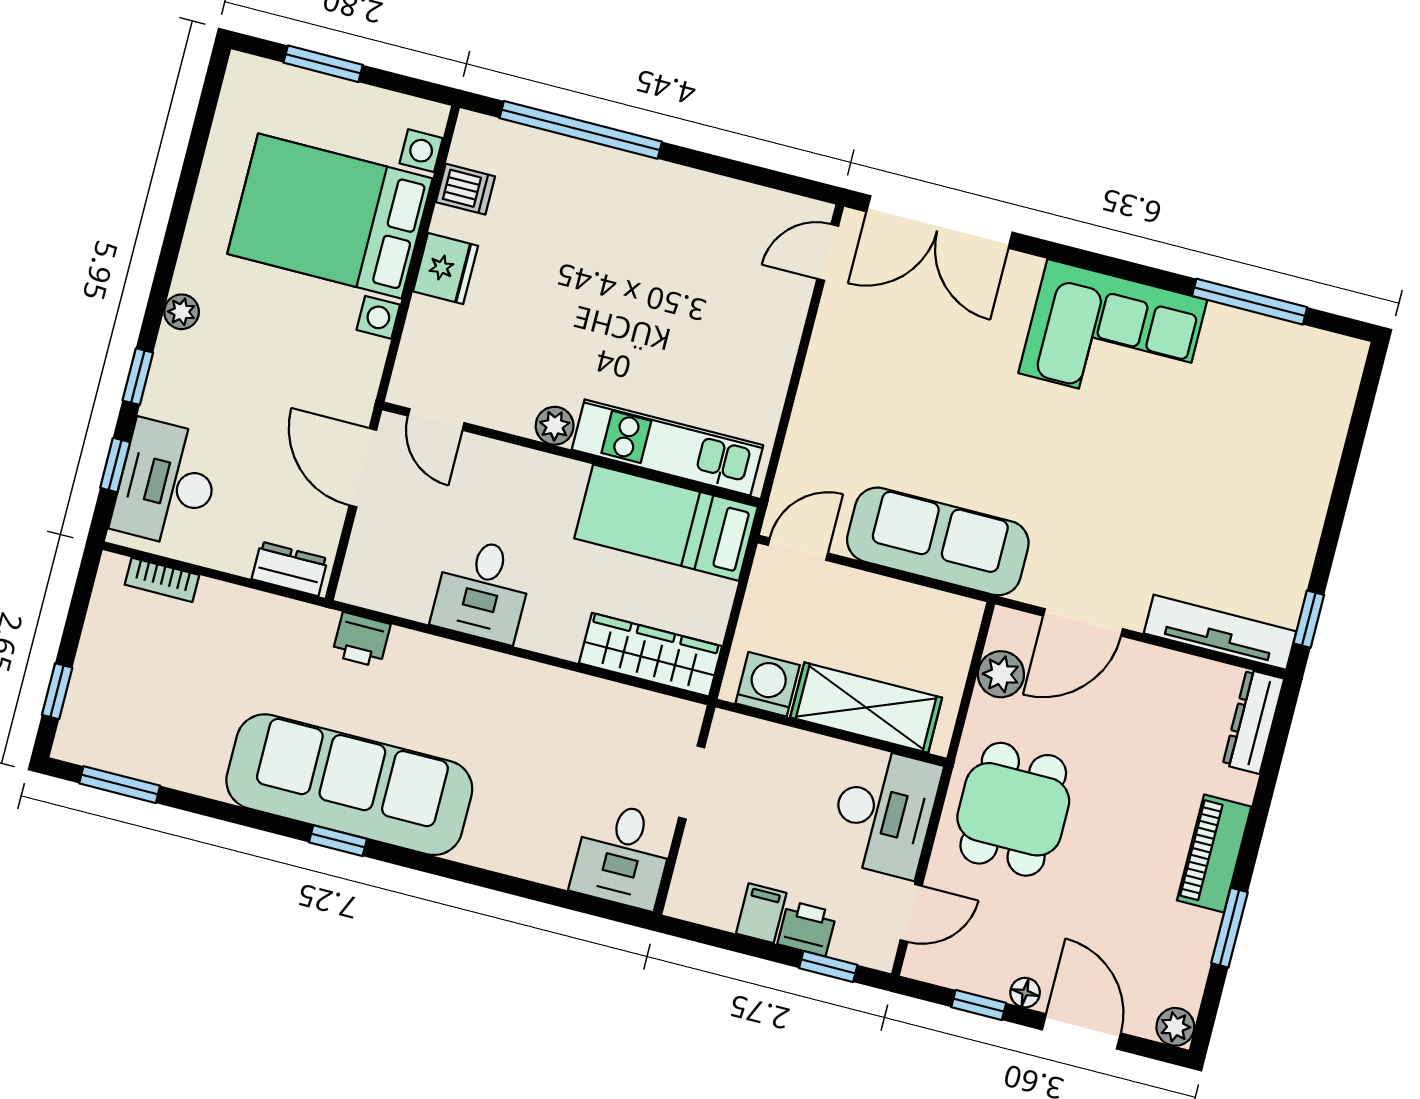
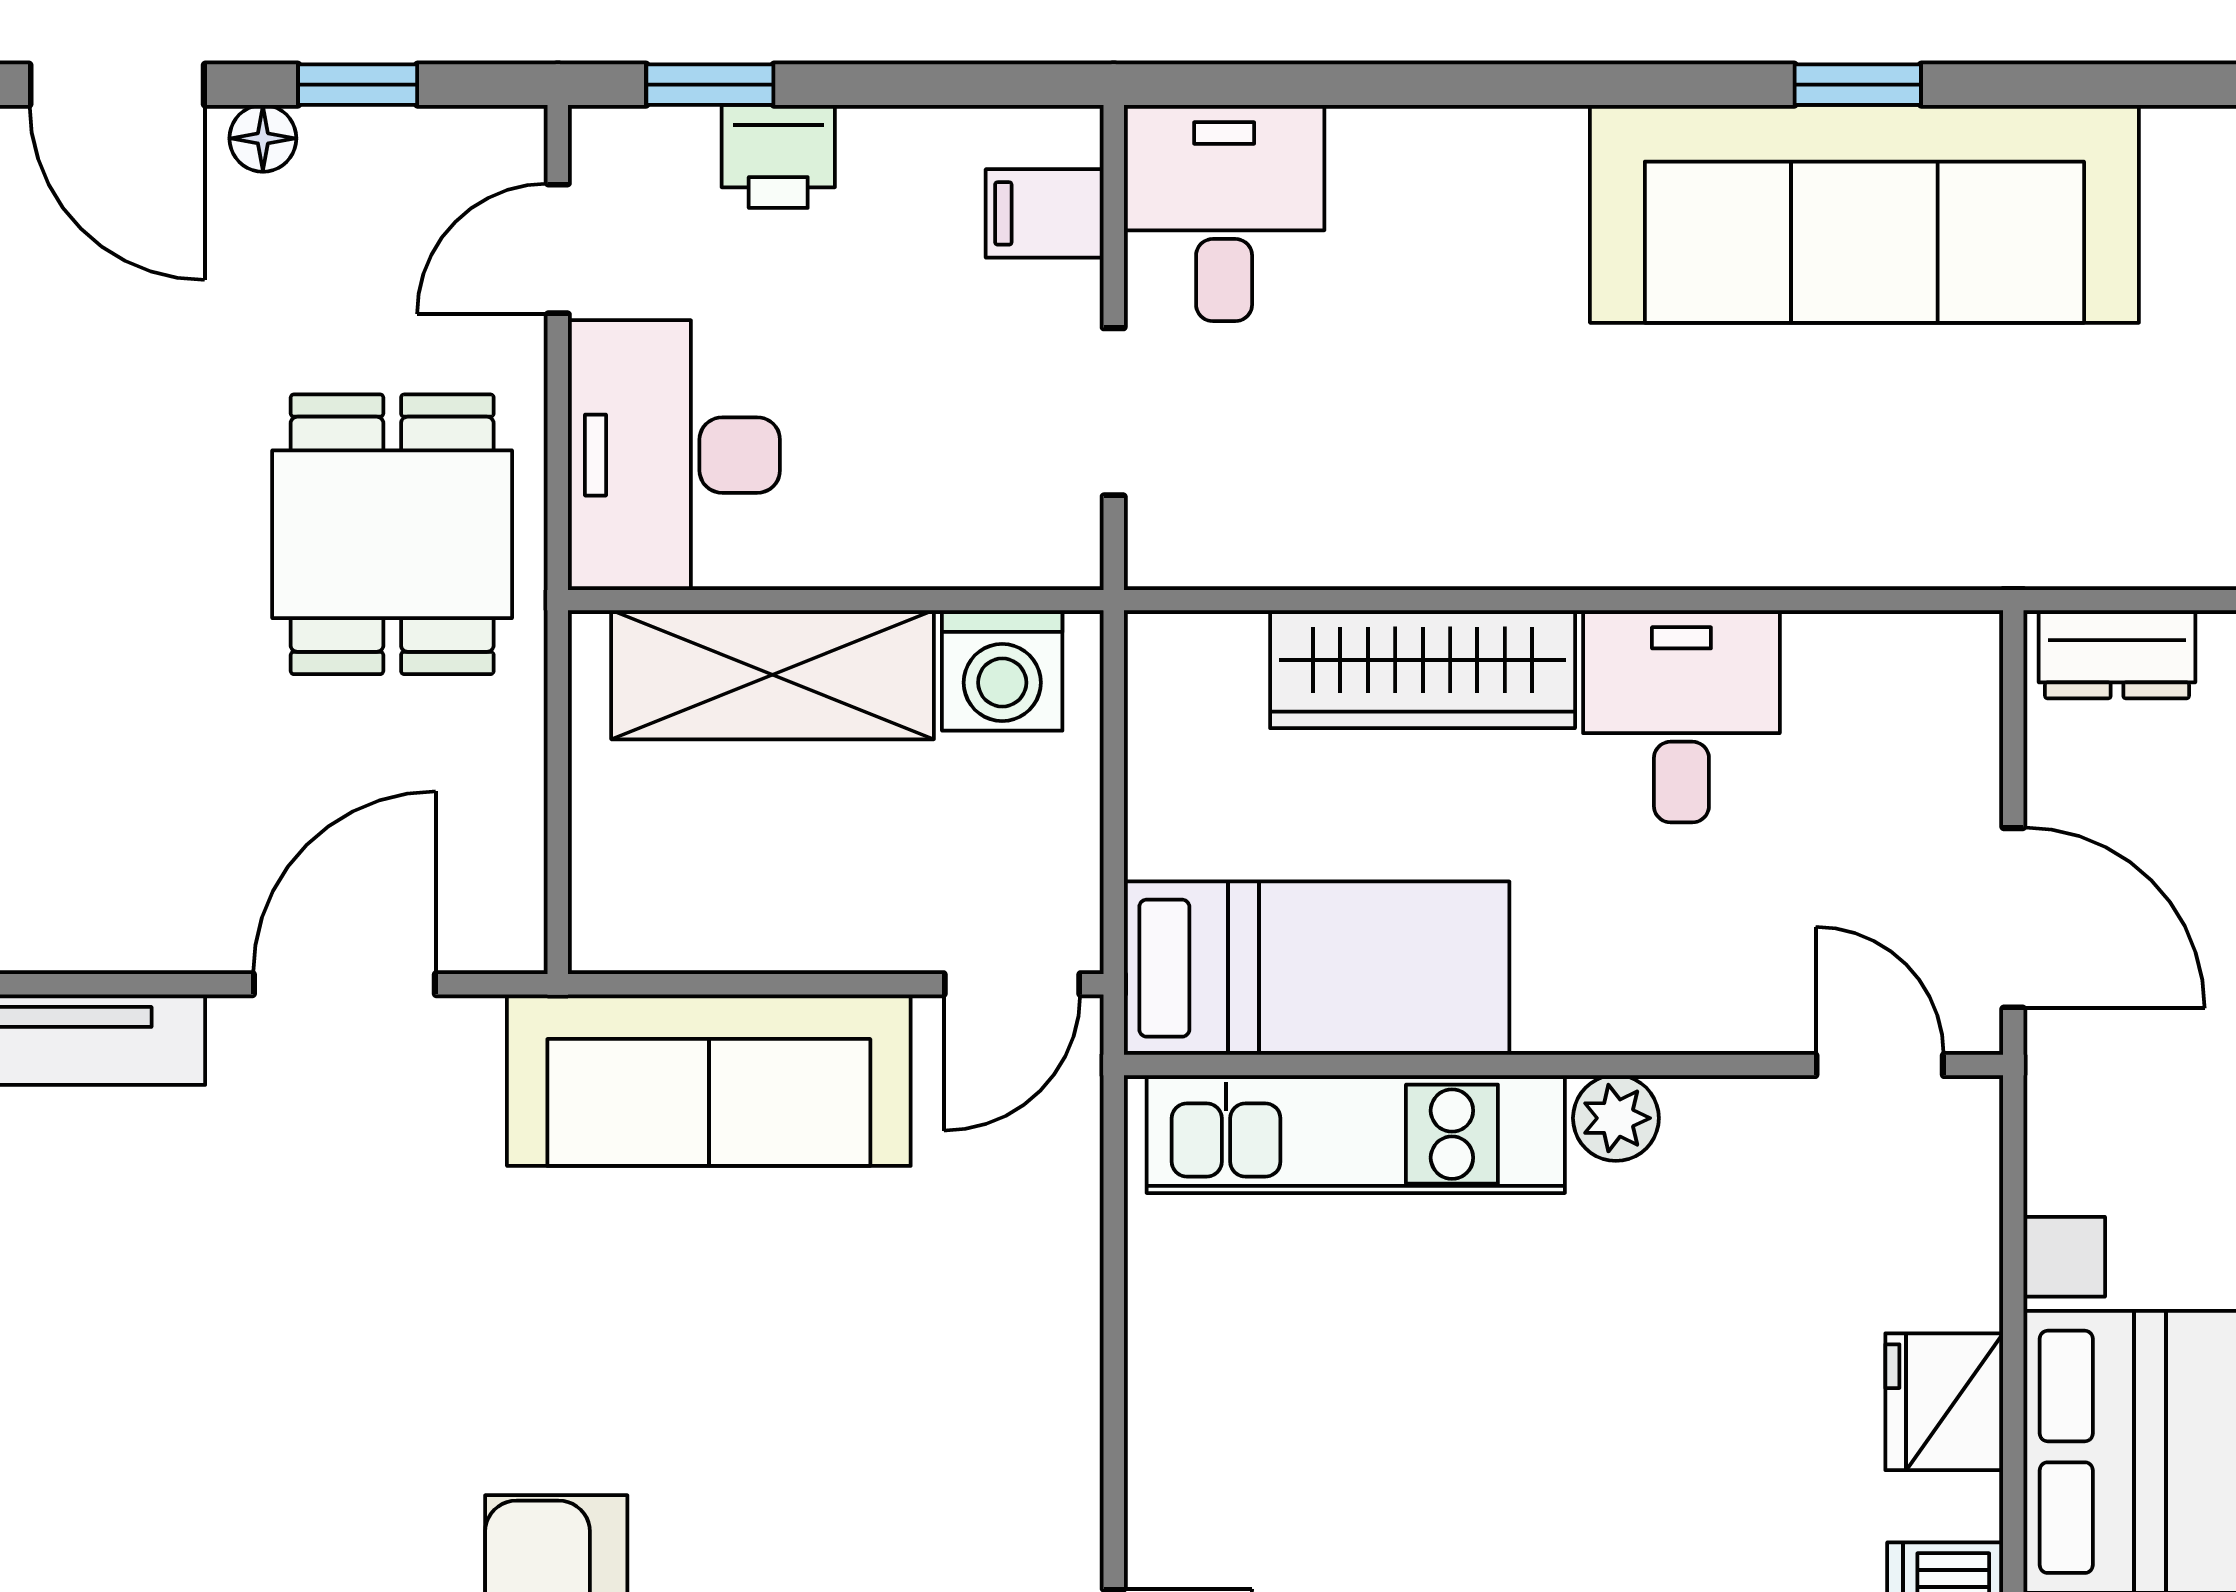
printer: (361, 640) -> (1920, 539), removed
wardrobe: (650, 655) -> (1423, 669), moved
plant: (1001, 674) -> (495, 824), removed
filing cabinet: (761, 913) -> (1045, 213), moved, turned 90

